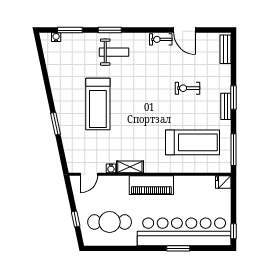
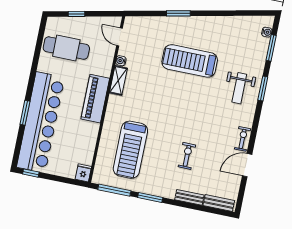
window: (234, 98) -> (150, 198), moved
bench: (226, 106) -> (189, 197), moved
cafe table: (110, 222) -> (66, 48), turned 90

